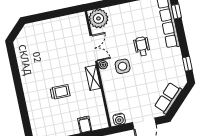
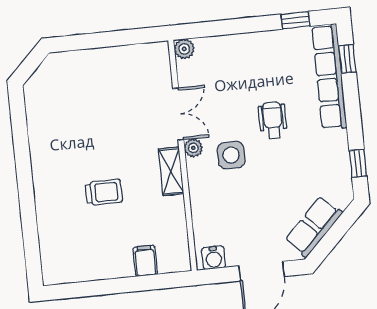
plant: (98, 18) -> (184, 49), width x0.53, depth x0.53

